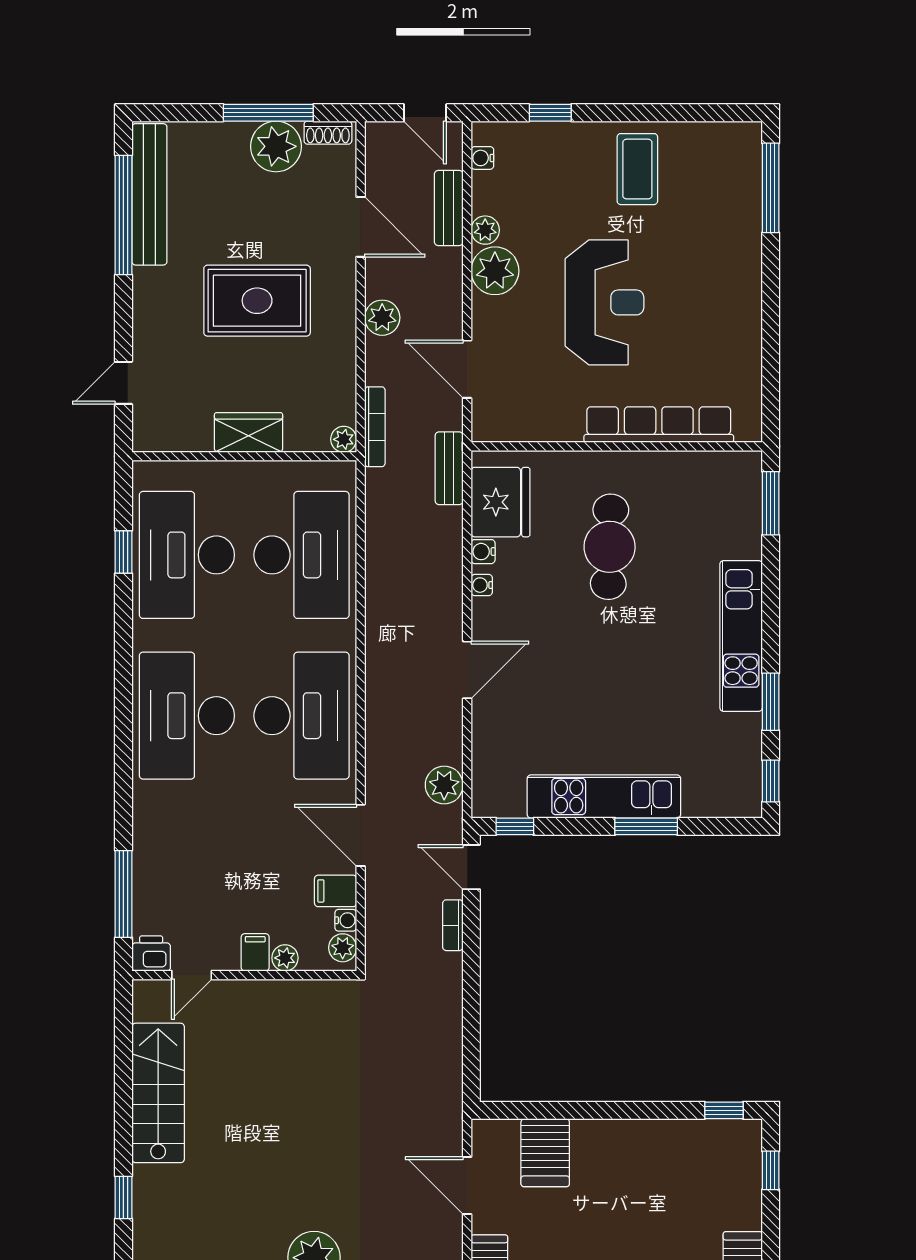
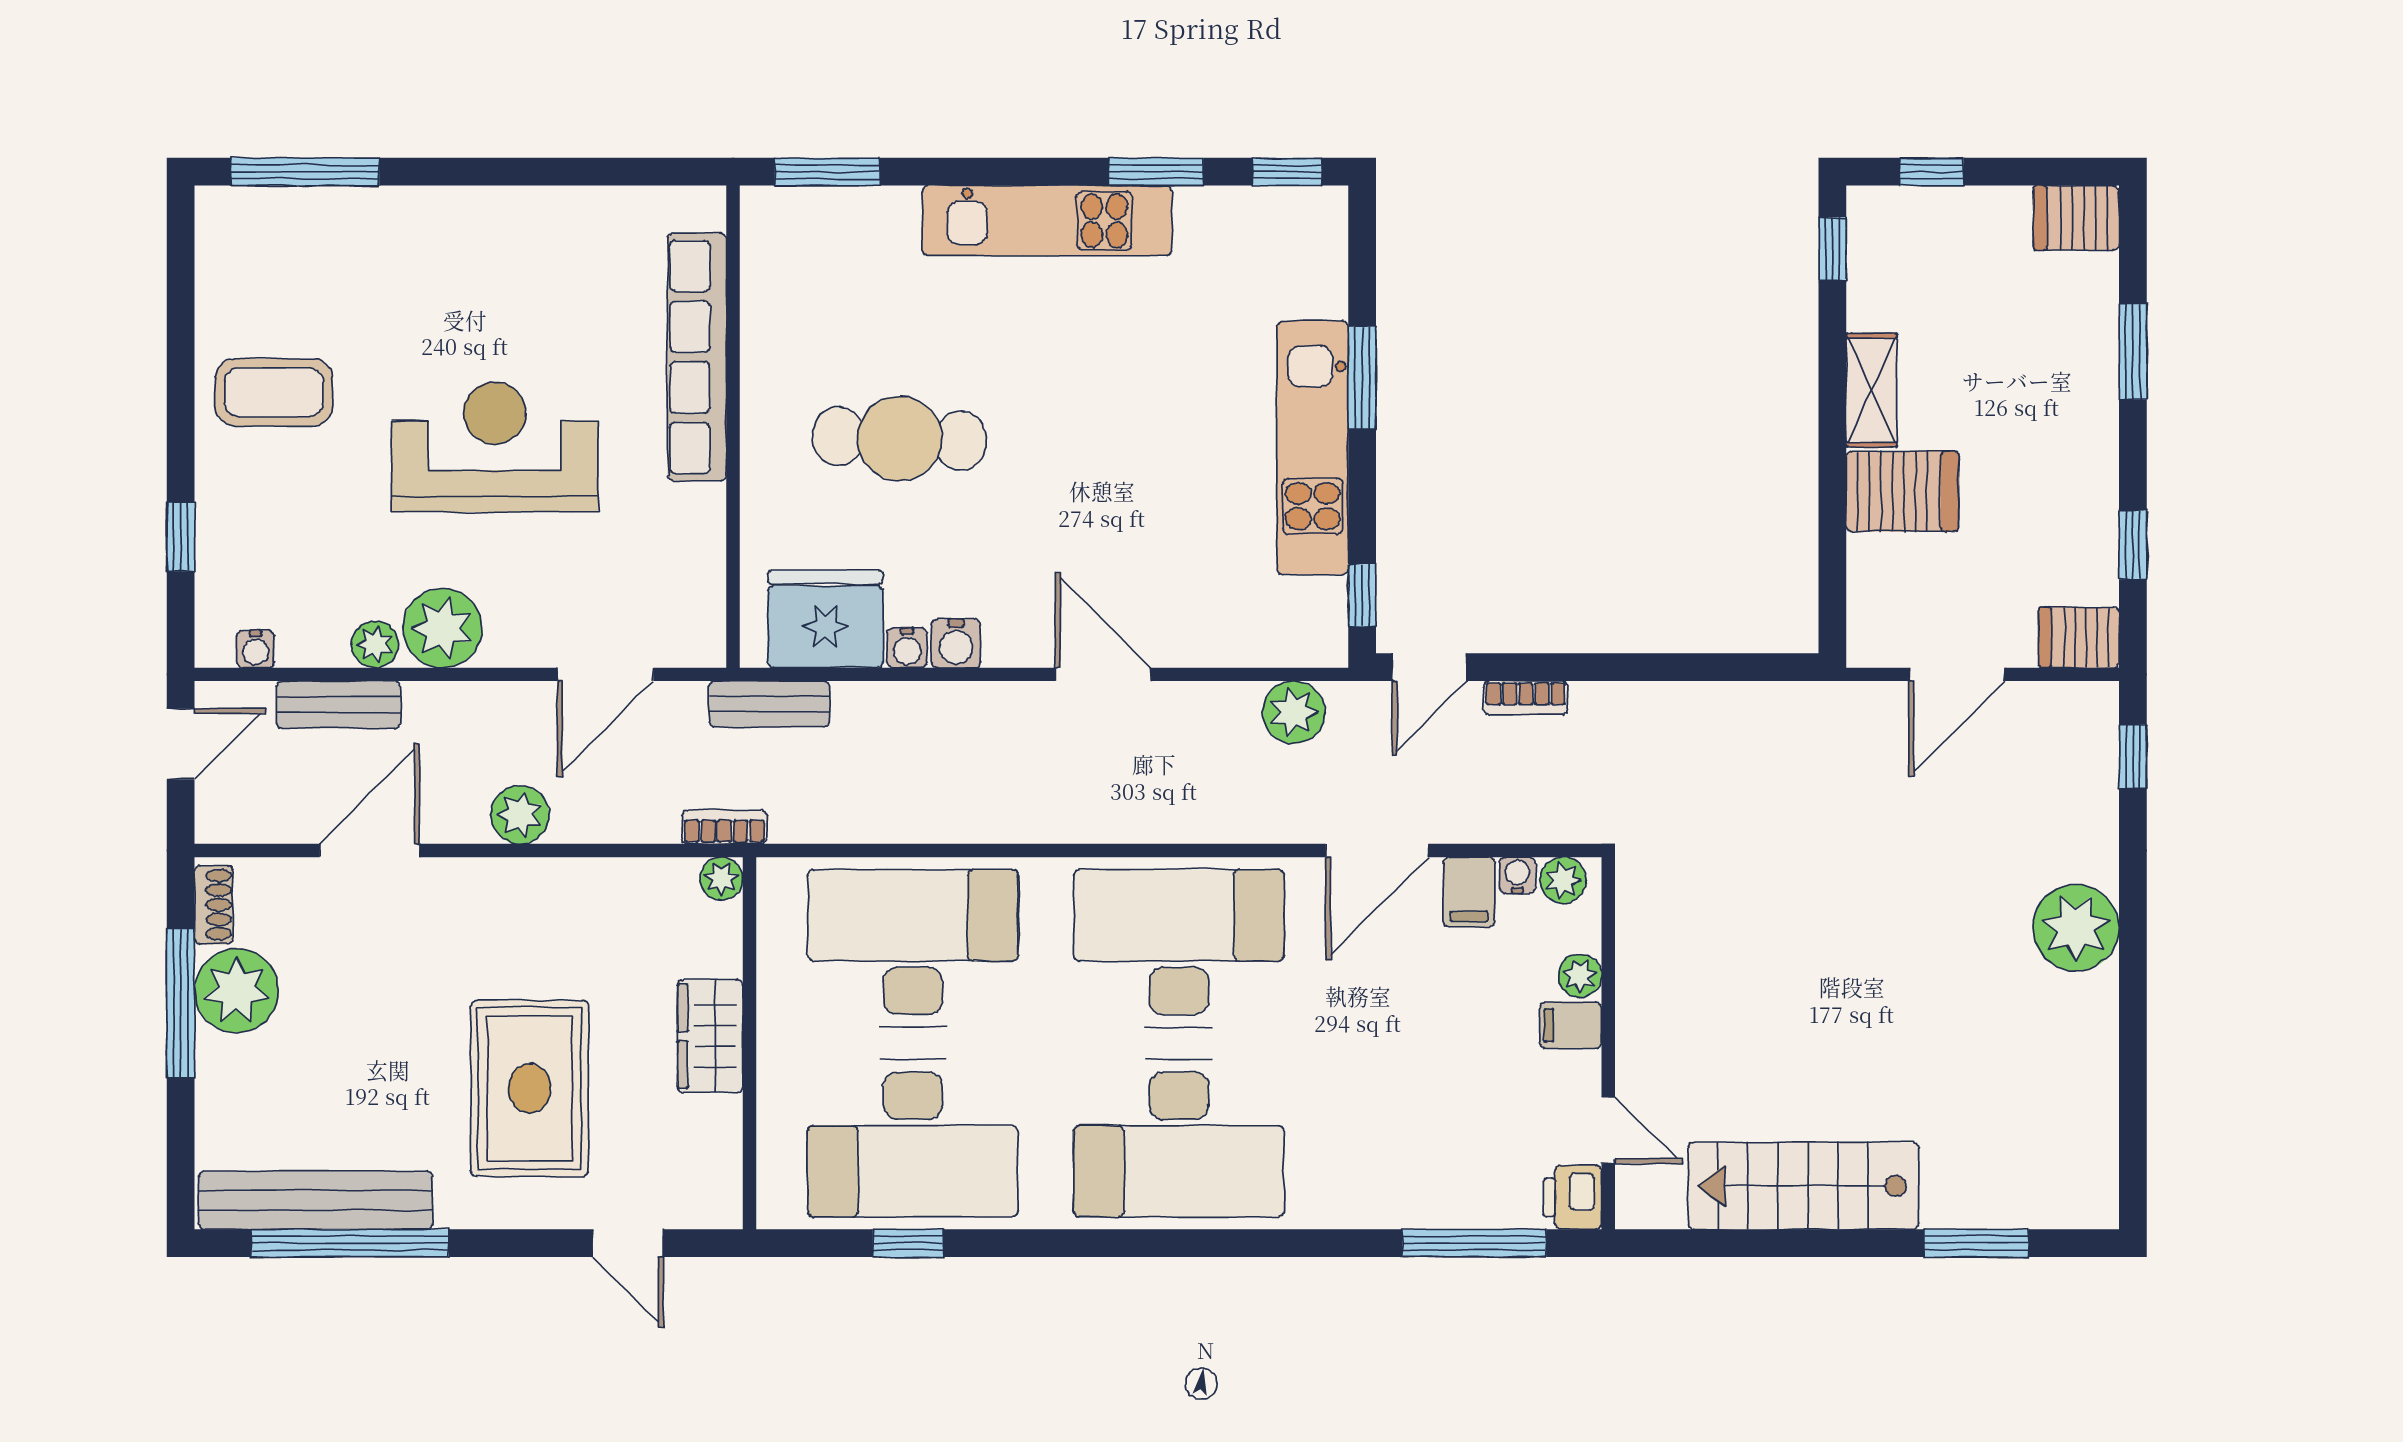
rug: (257, 301) -> (530, 1088), moved
bookcase: (375, 427) -> (724, 827), width x0.64
water cooler: (482, 585) -> (956, 643), width x1.38, depth x1.38
shelving: (639, 1134) -> (1872, 390), added
server rack: (545, 1153) -> (1902, 491), moved
window: (123, 1197) -> (1976, 1243), width x1.50

